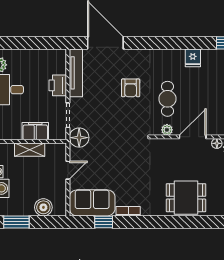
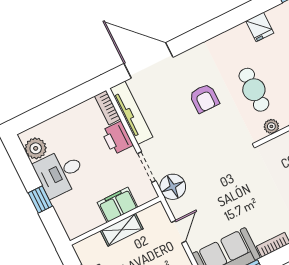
bookcase: (61, 61) -> (107, 108), added

